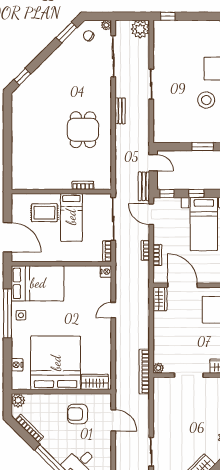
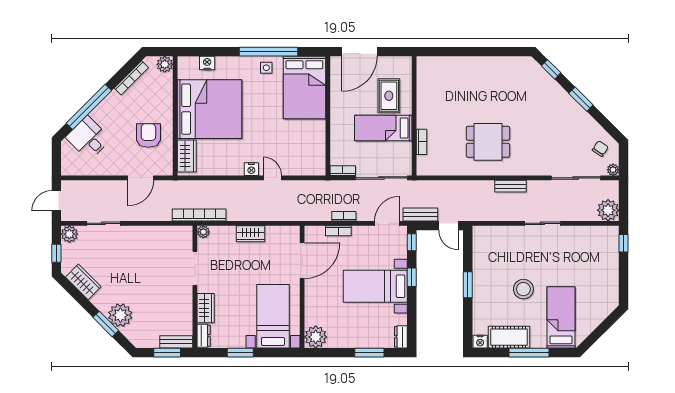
window: (67, 33) -> (581, 99), moved
door: (153, 163) -> (449, 226), hinge flipped
nightstand: (106, 272) -> (251, 169), moved
wardrobe: (160, 299) -> (250, 234), moved

